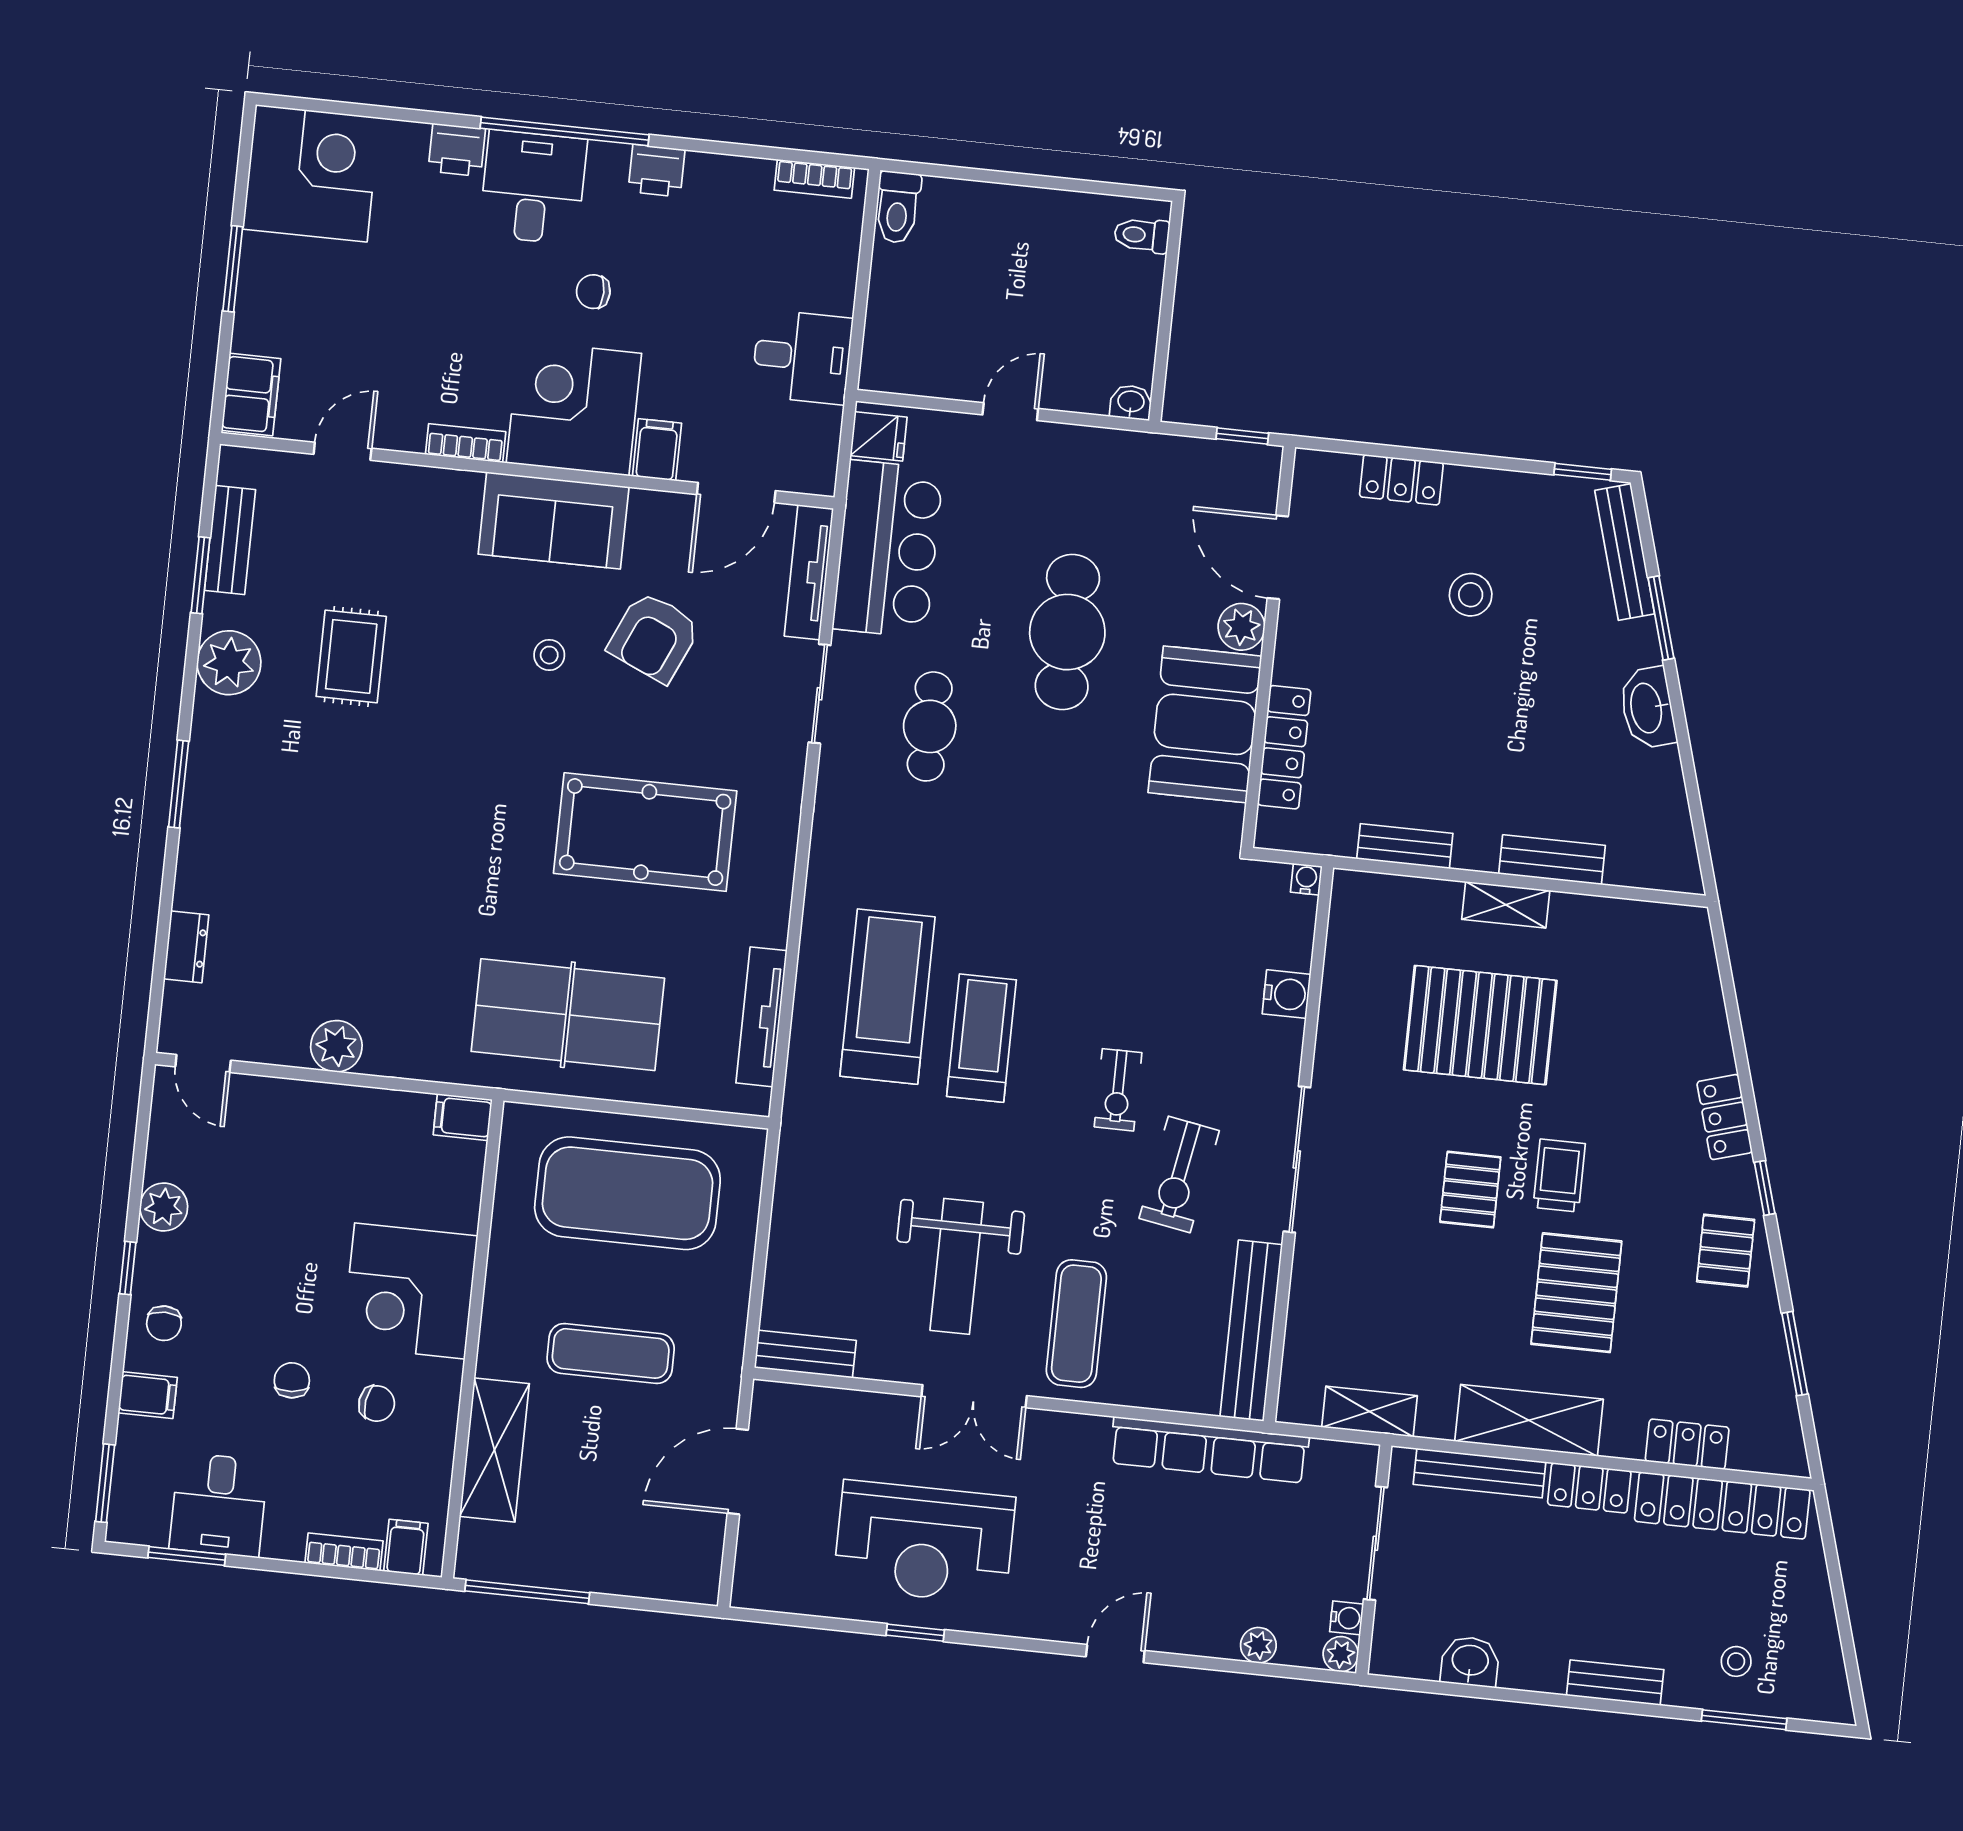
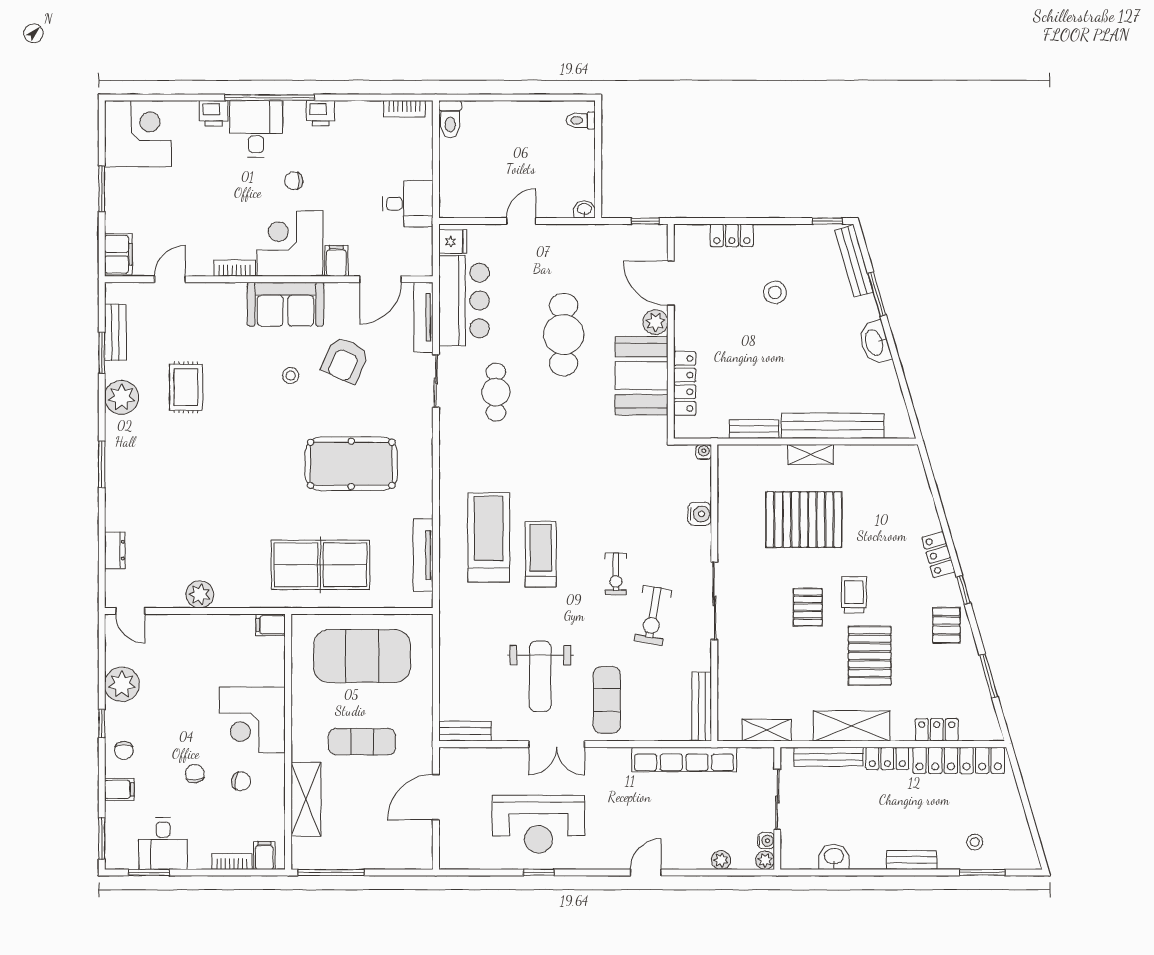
bench: (1552, 860) -> (833, 426), width x1.86, depth x1.21
plant: (164, 1207) -> (122, 684), width x1.36, depth x1.36
bench: (1251, 1331) -> (702, 707), width x0.73, depth x0.82

